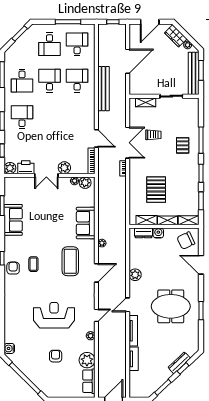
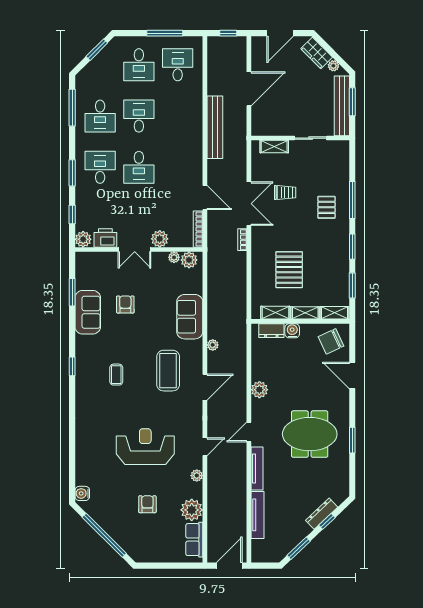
desk: (77, 81) -> (139, 167), moved, turned 180
armchair: (13, 268) -> (125, 304), moved
tv unit: (134, 359) -> (257, 515), width x1.41

